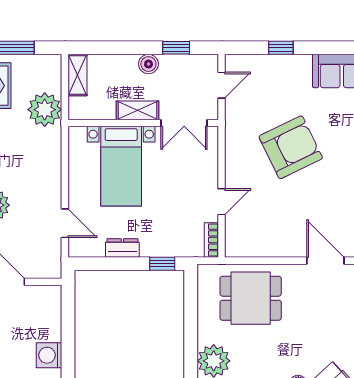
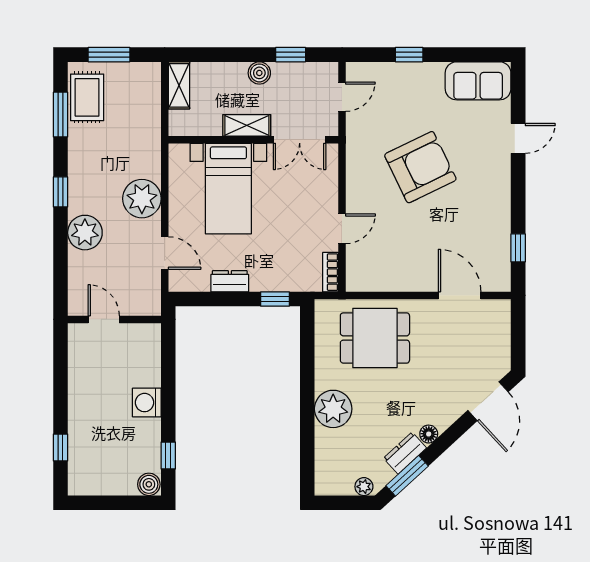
plant: (45, 110) -> (142, 199), moved

